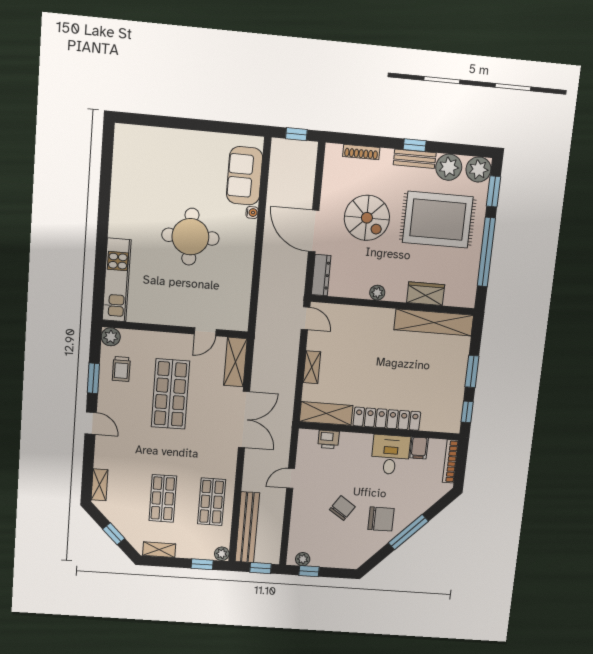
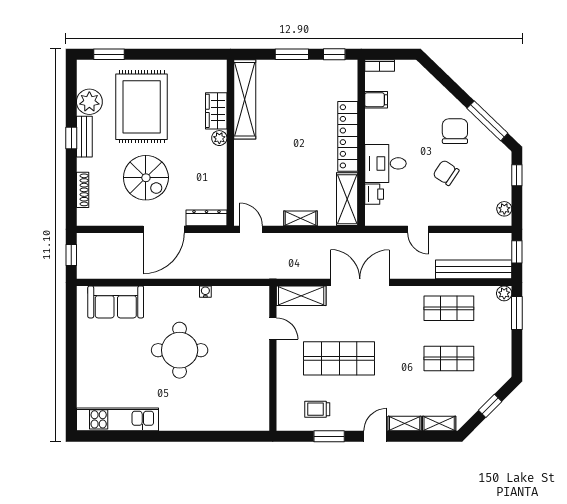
plant: (478, 169) -> (89, 72), removed
water cooler: (252, 212) -> (205, 292), moved
spiral stairs: (367, 218) -> (146, 178), turned 90
window: (486, 252) -> (169, 54), removed
kitchen unit: (117, 280) -> (117, 419), moved
plant: (377, 293) -> (219, 138), moved
door: (306, 318) -> (251, 229), hinge flipped
plant: (111, 337) -> (286, 422), removed
trolley: (121, 369) -> (317, 409), turned 180
desk: (390, 455) -> (385, 163), moved
bookcase: (450, 461) -> (380, 65), width x0.64
window: (408, 532) -> (487, 121), moved
shelving: (159, 550) -> (405, 423), moved, turned 90
window: (202, 564) -> (517, 313), width x1.50
window: (309, 571) -> (517, 175), moved

